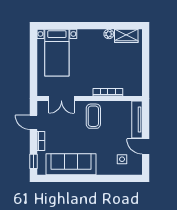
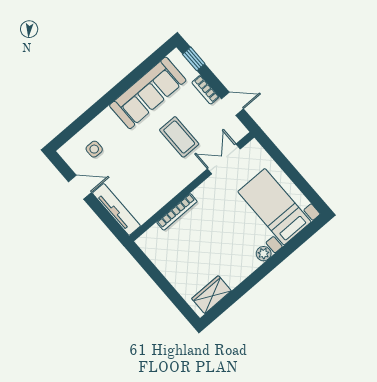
plant: (109, 34) -> (264, 254), moved
coffee table: (93, 116) -> (179, 137), moved

